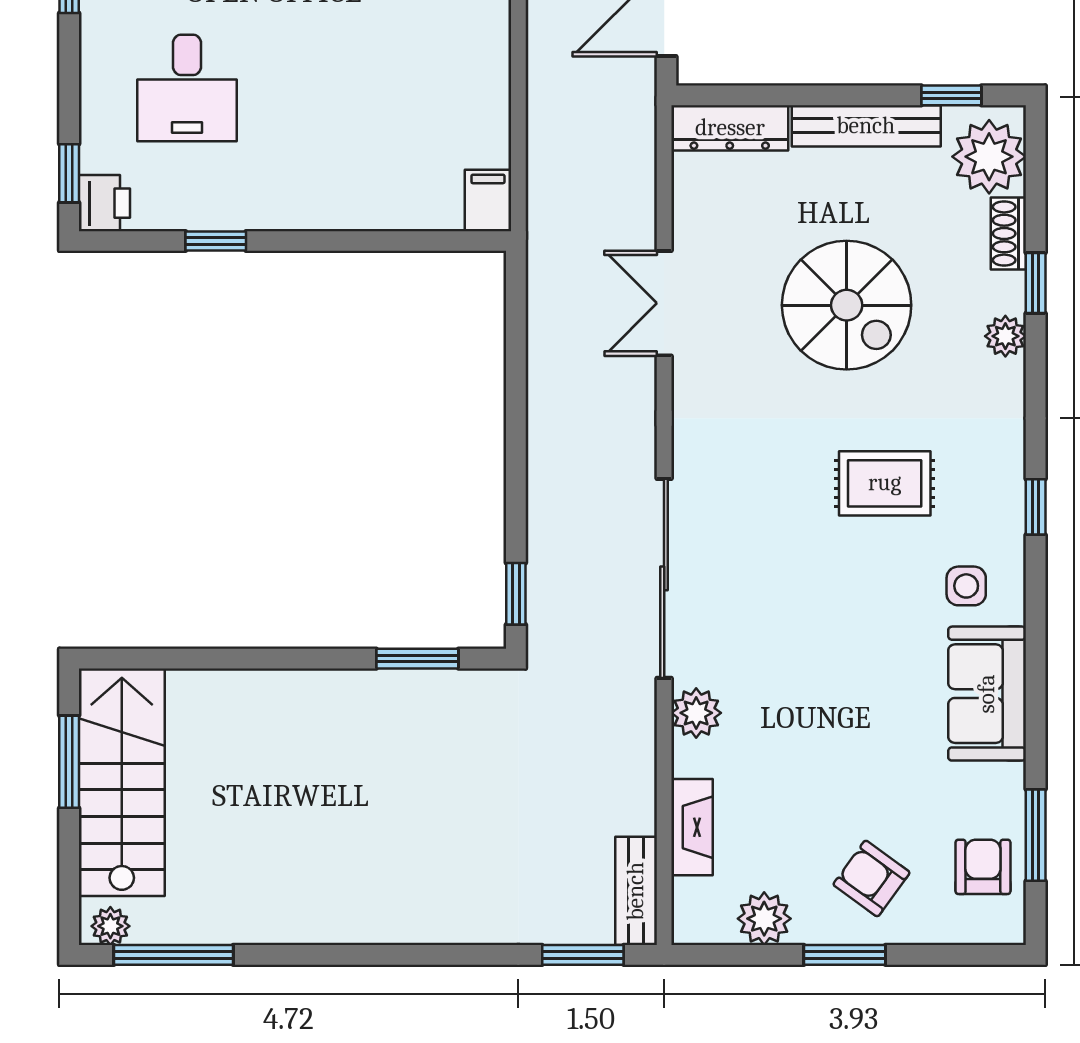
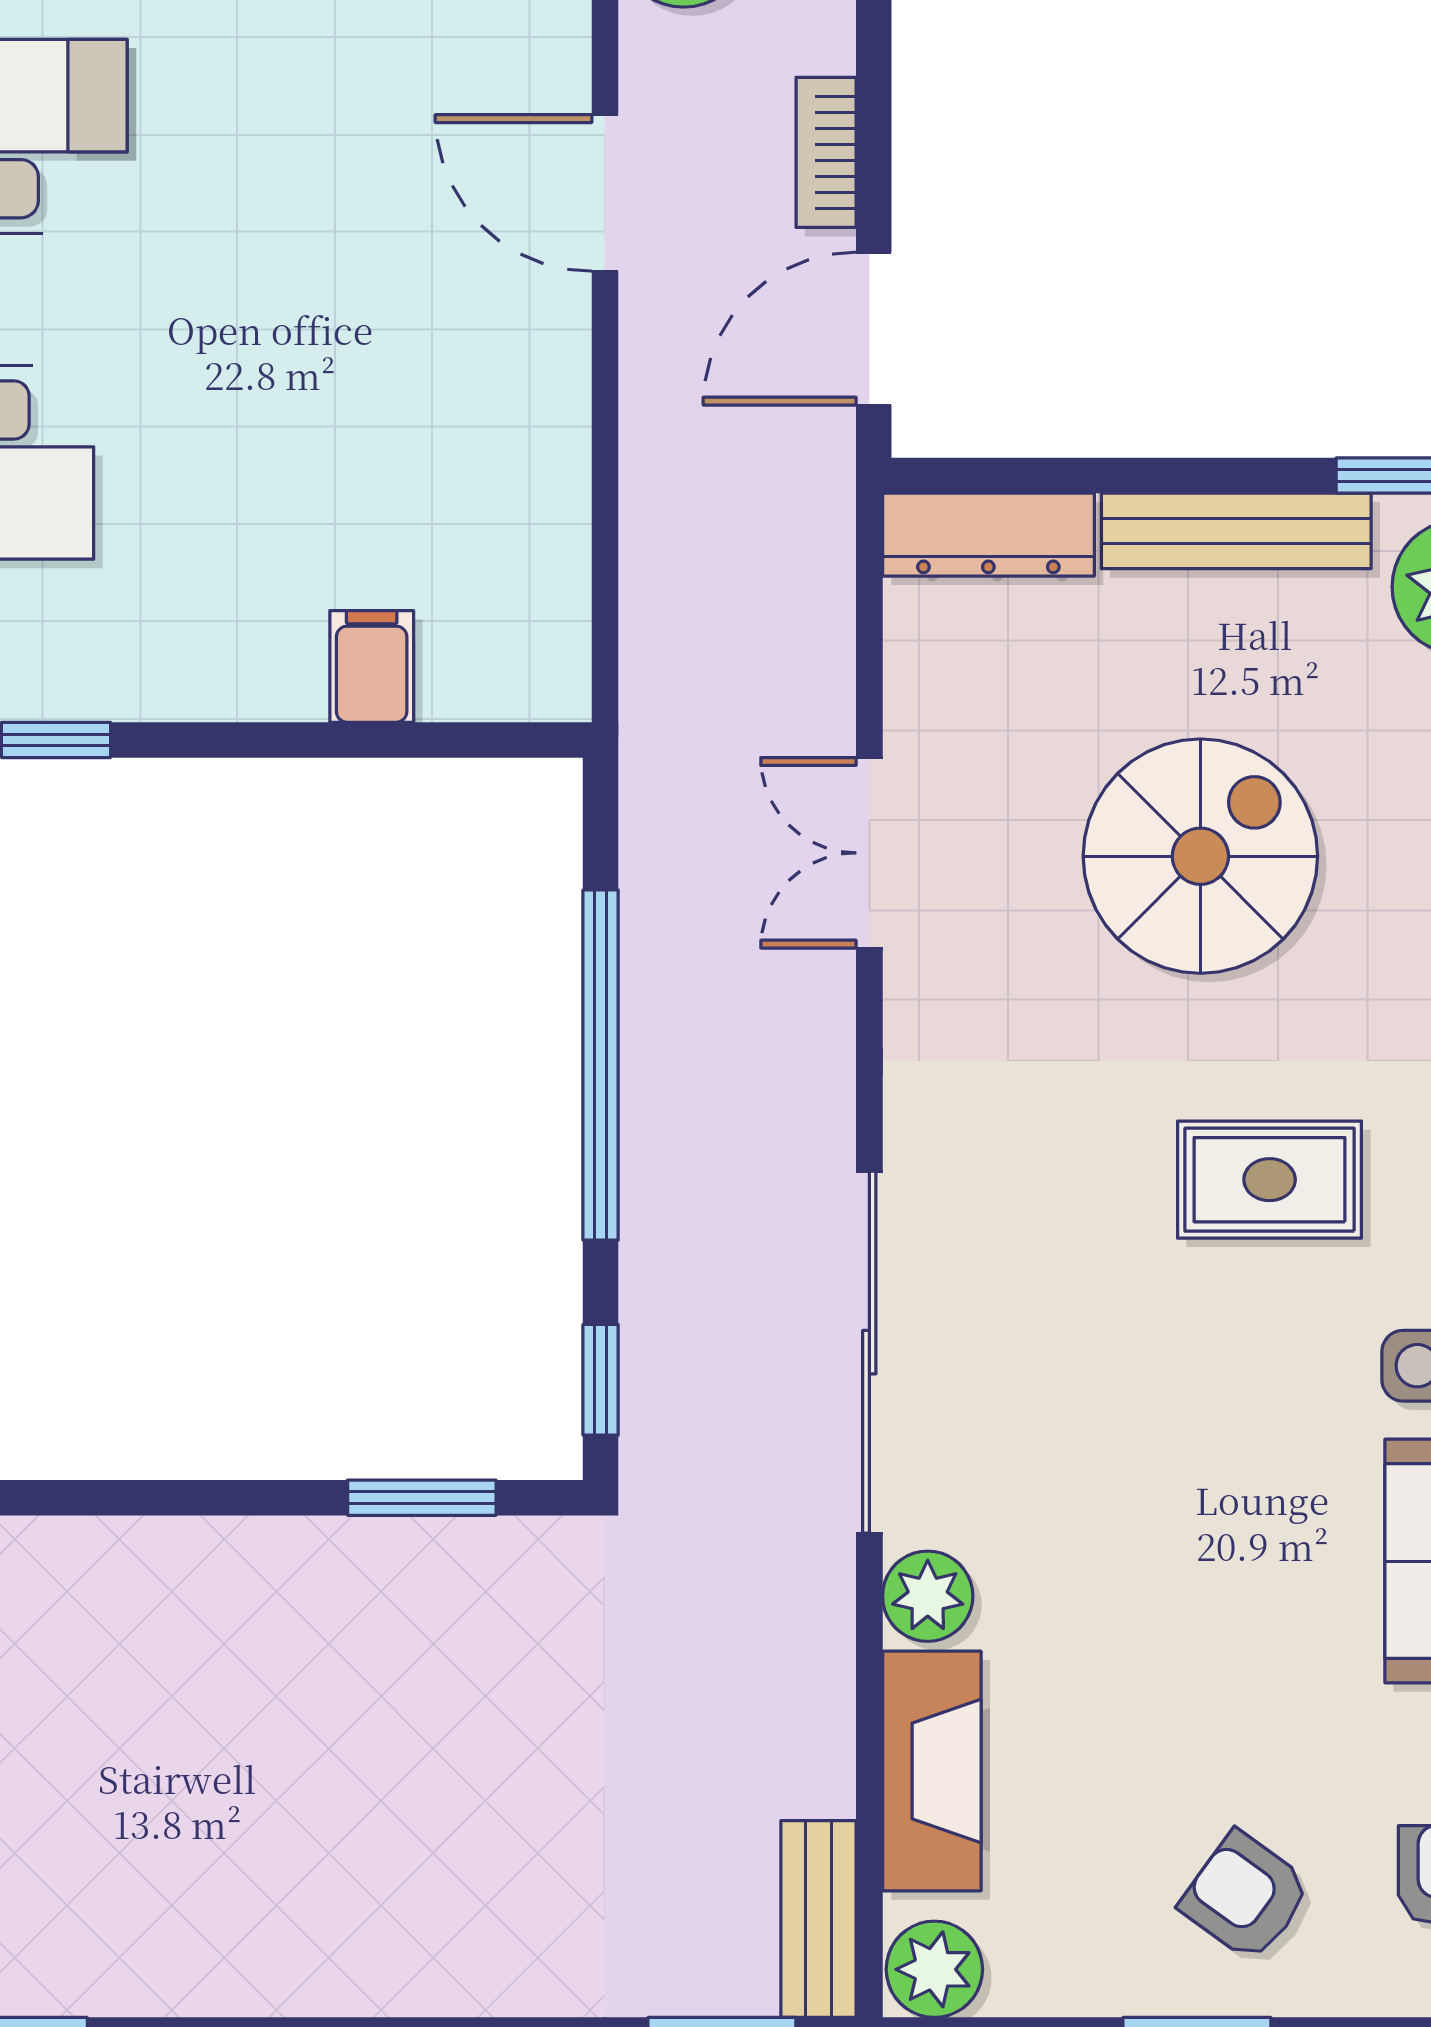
filing cabinet: (488, 200) -> (372, 666), moved
spiral stairs: (847, 305) -> (1200, 856), turned -90
window: (516, 420) -> (601, 1065), added
fireplace: (692, 827) -> (932, 1771), width x1.37, depth x1.32
plant: (764, 919) -> (934, 1969), moved

